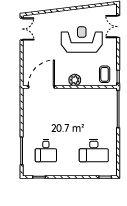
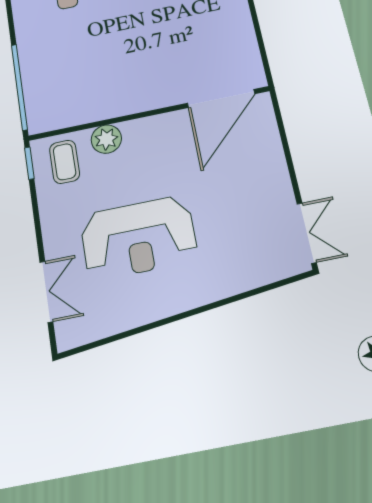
double door: (22, 29) -> (307, 233), swing flipped
plant: (75, 80) -> (106, 139), moved

